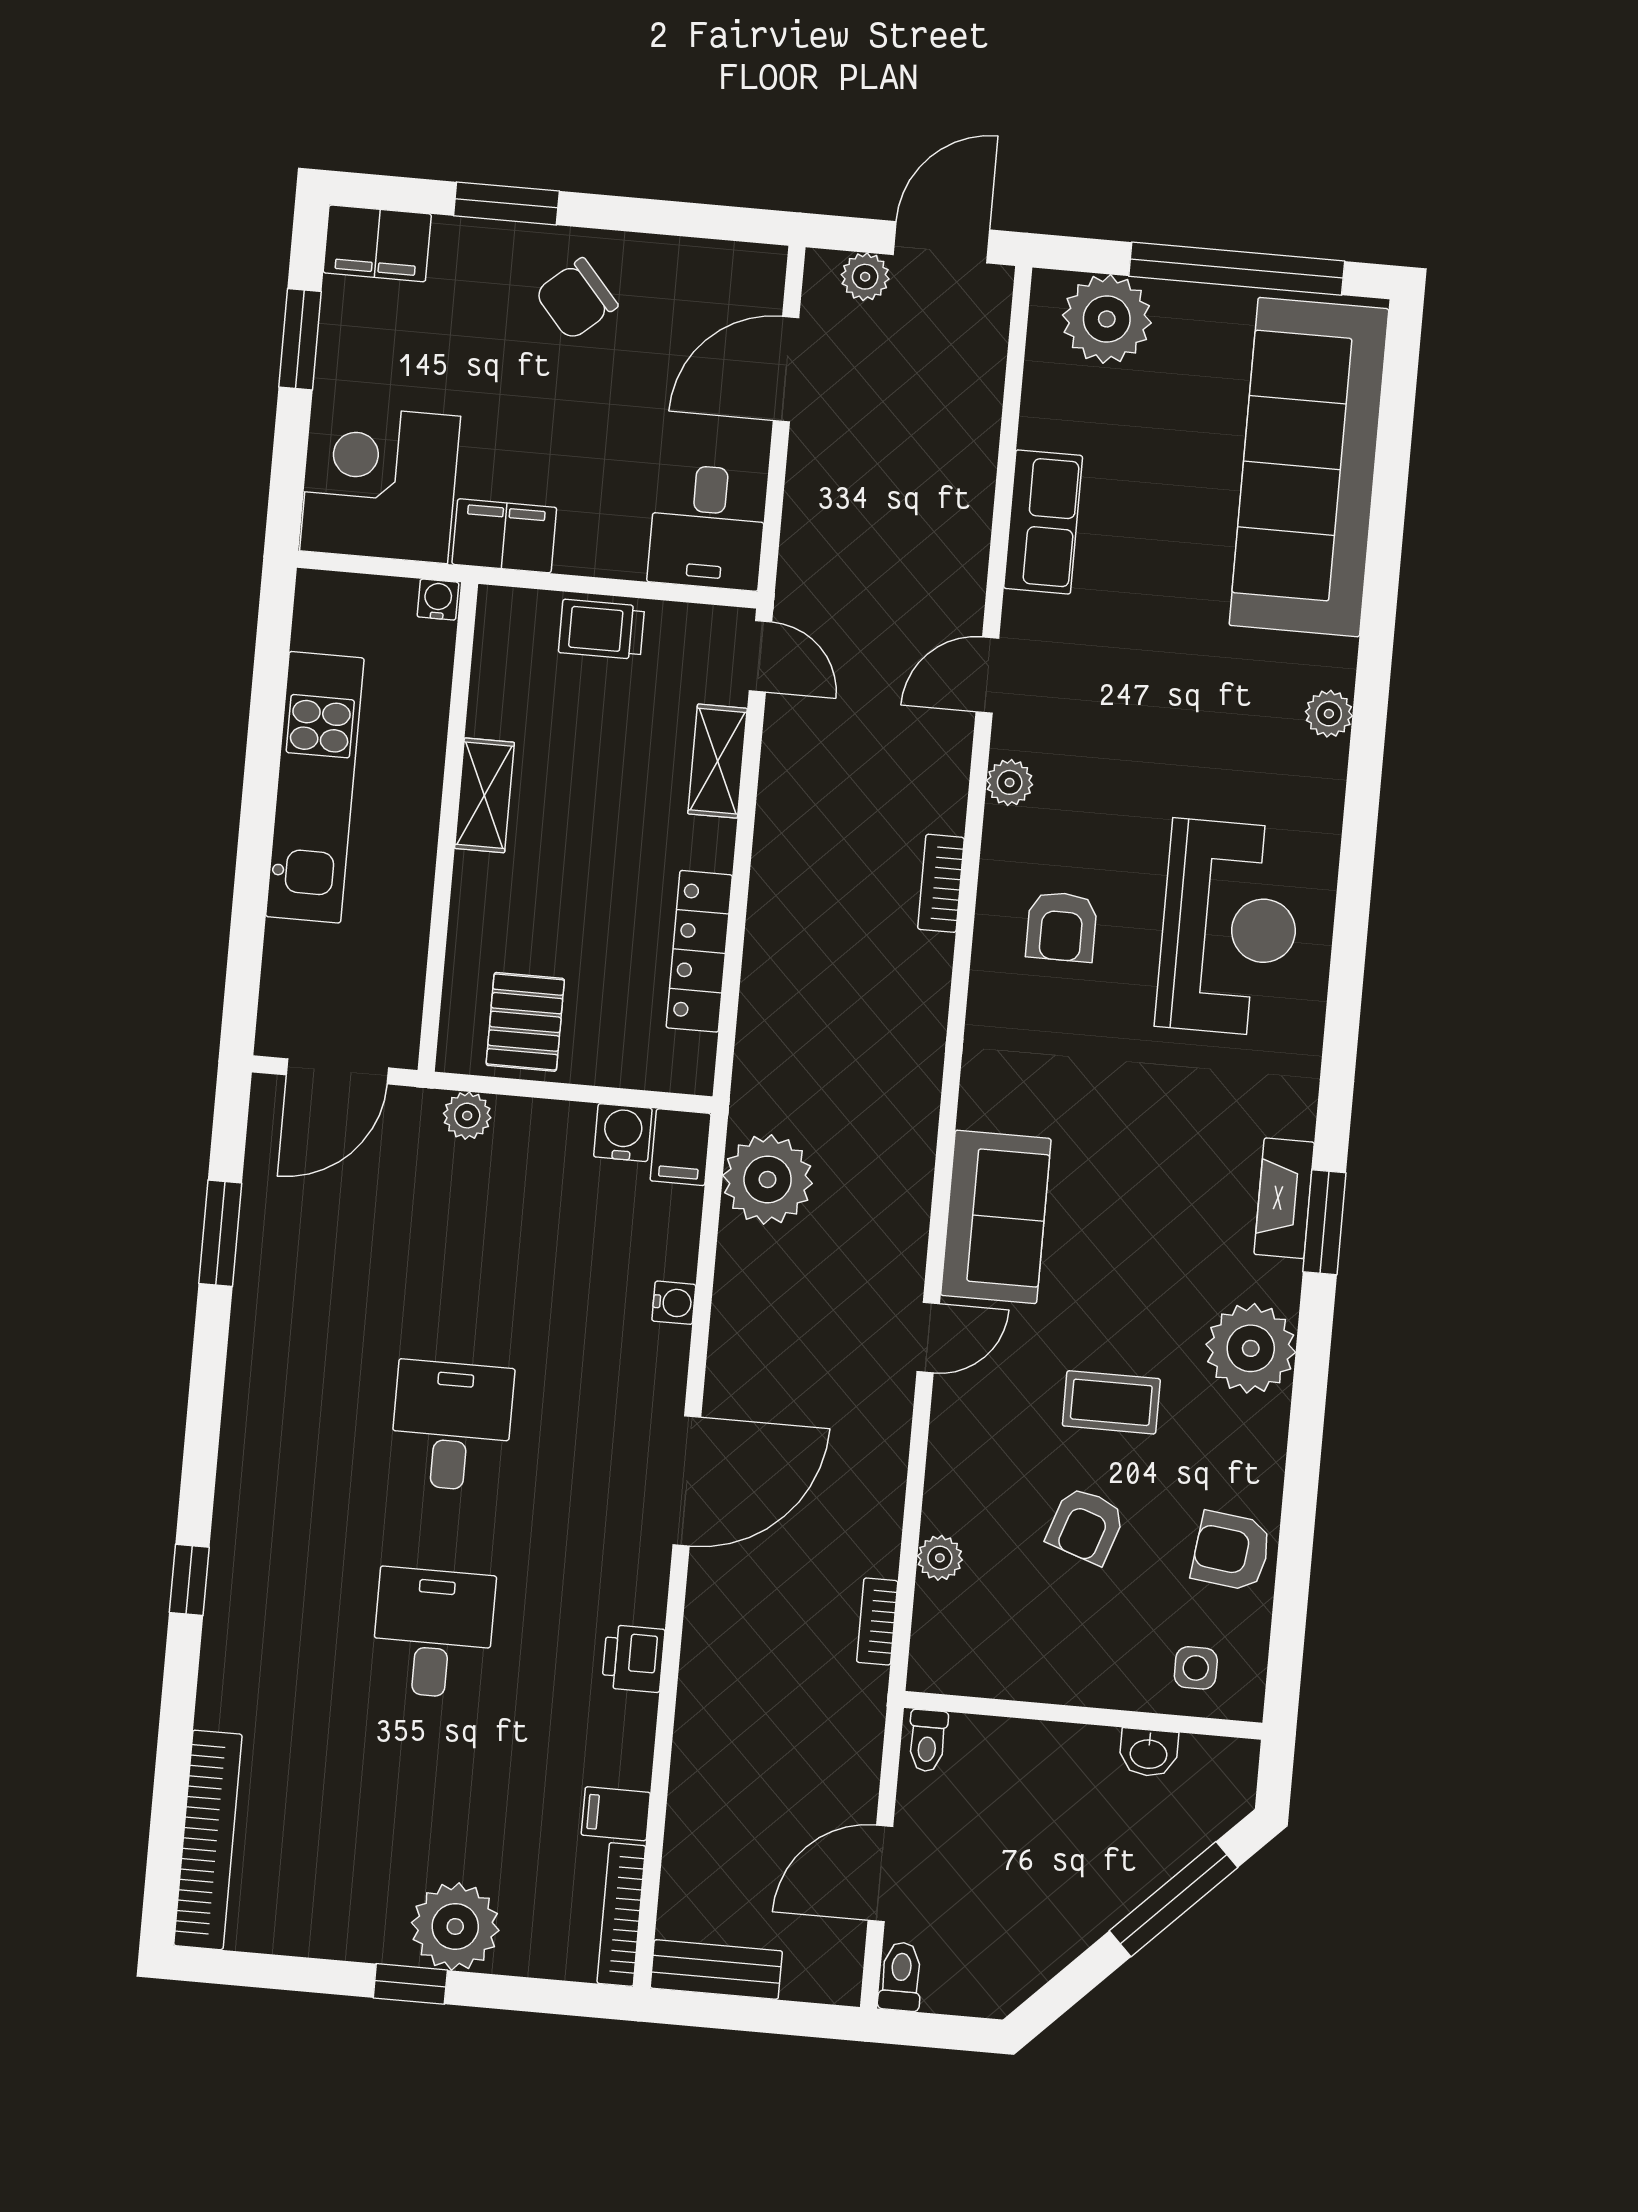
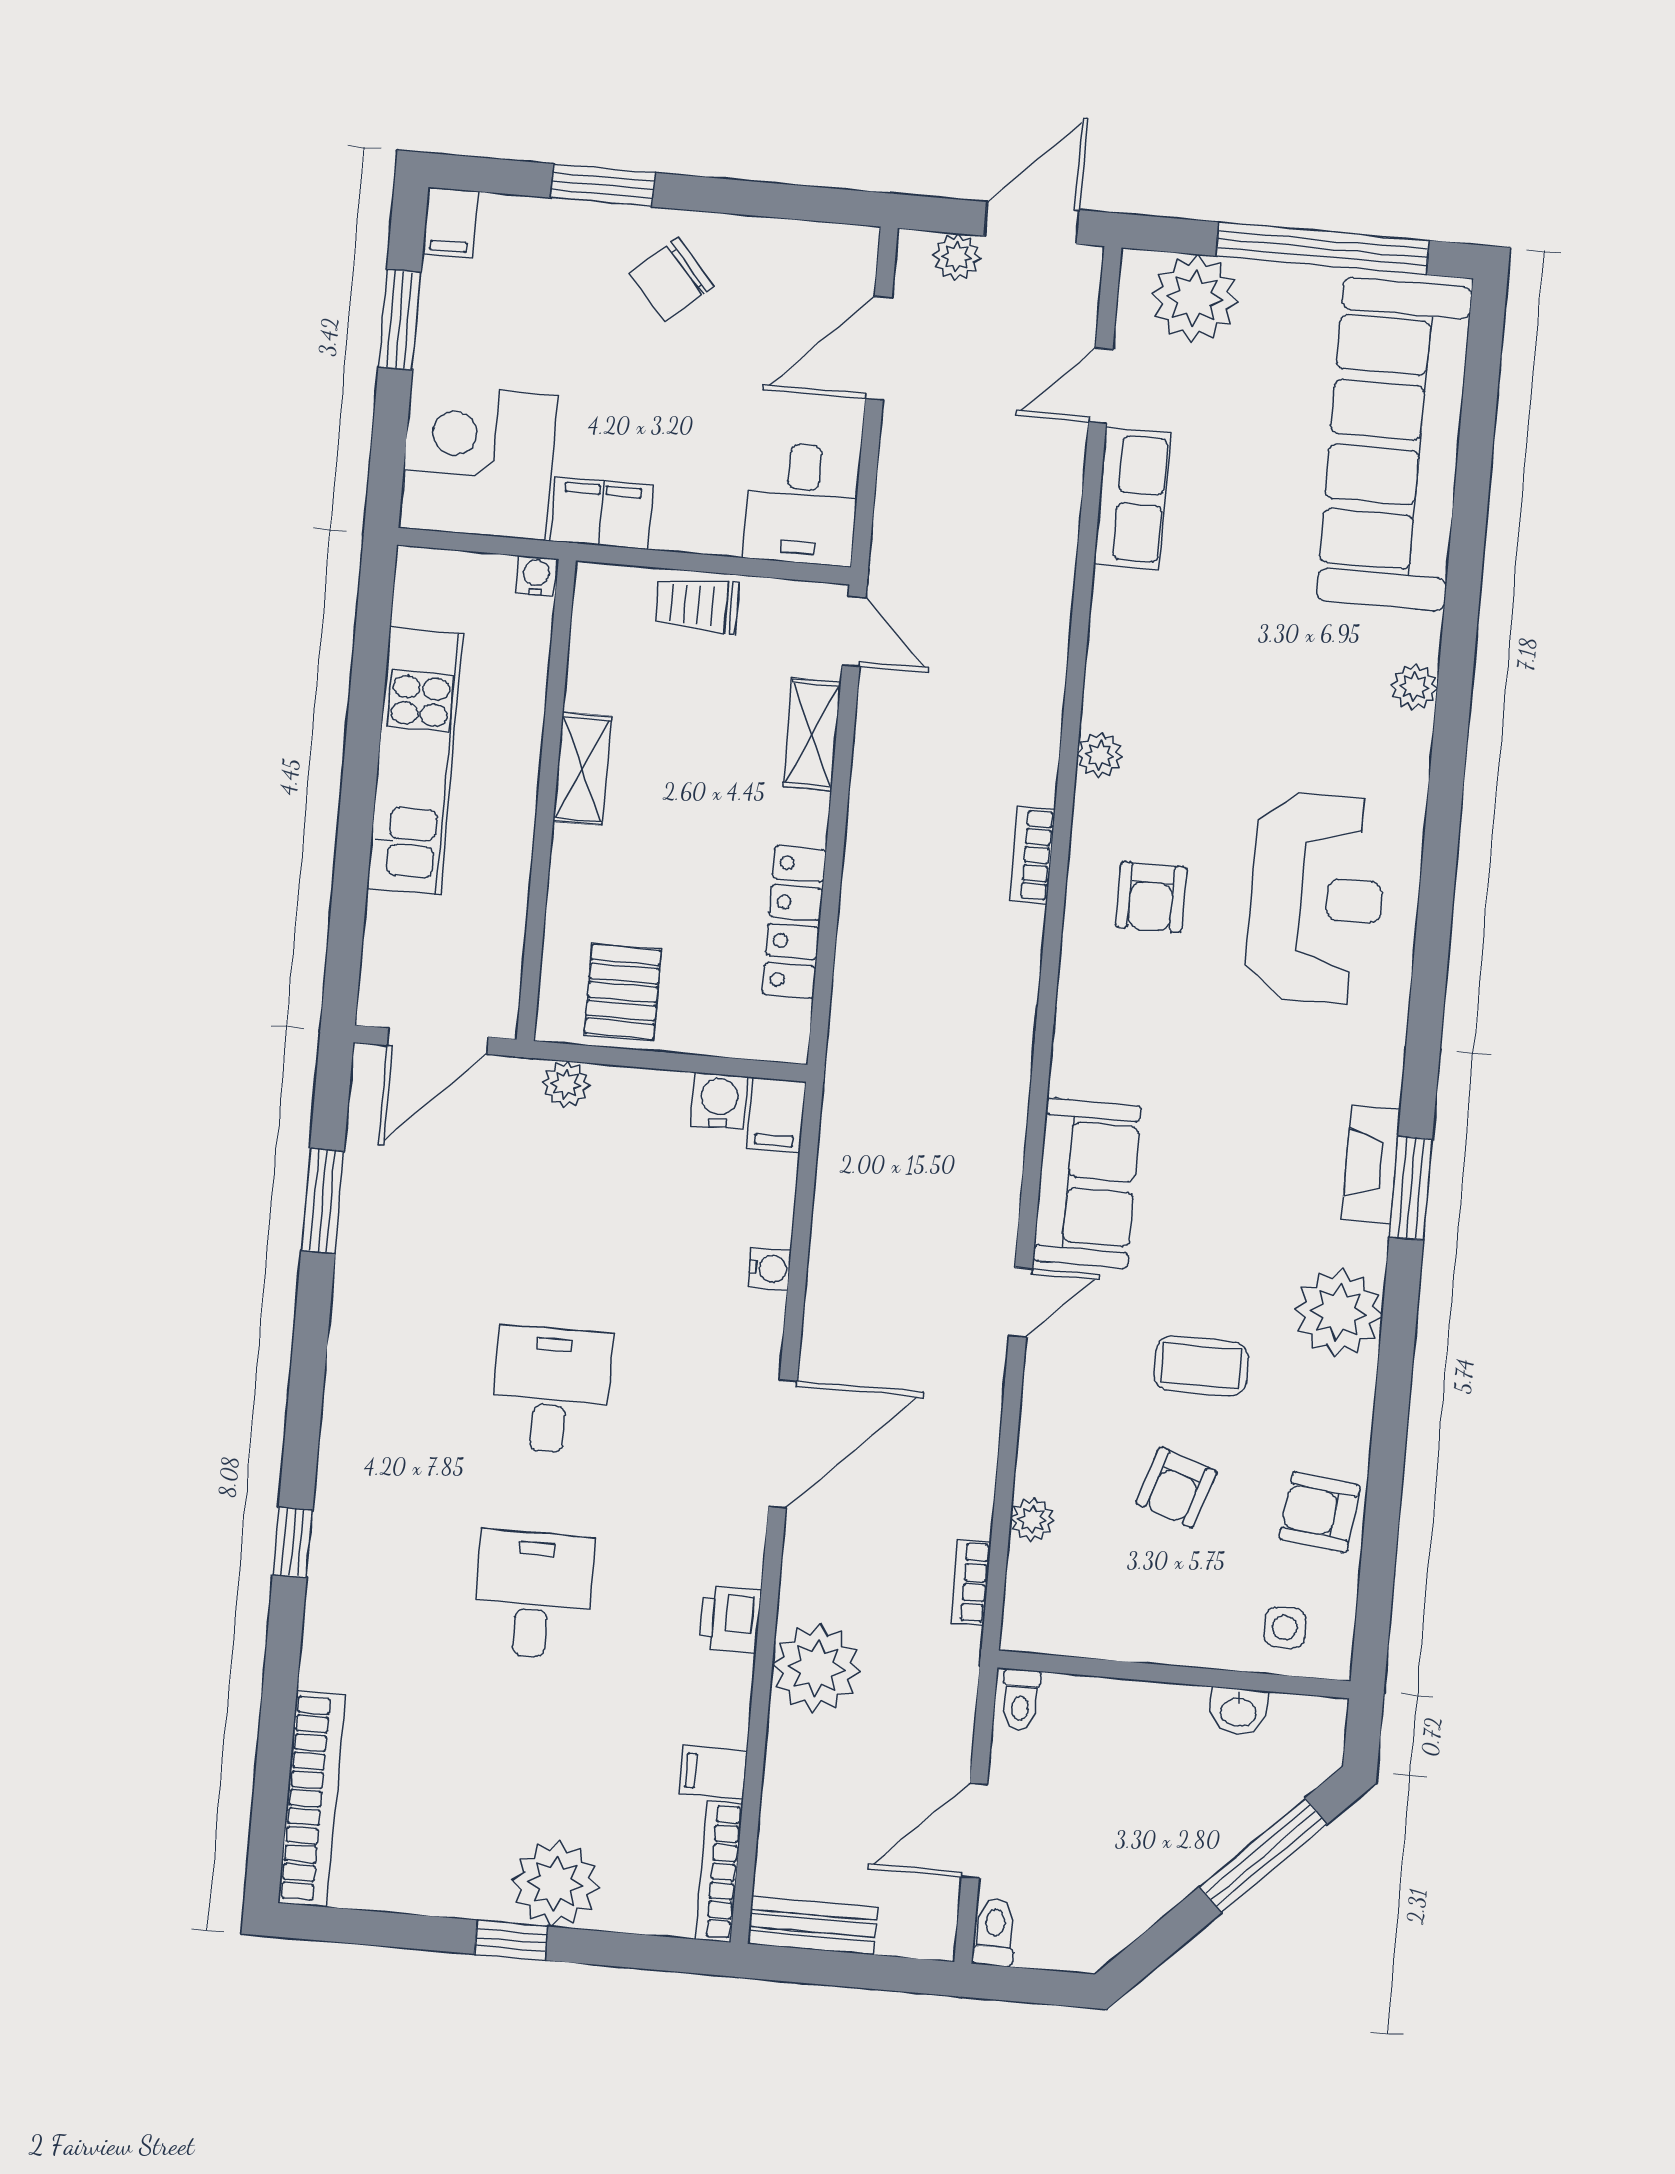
filing cabinet: (377, 243) -> (450, 223), width x0.50
door: (987, 675) -> (1101, 385), moved
plant: (768, 1179) -> (816, 1668), moved

